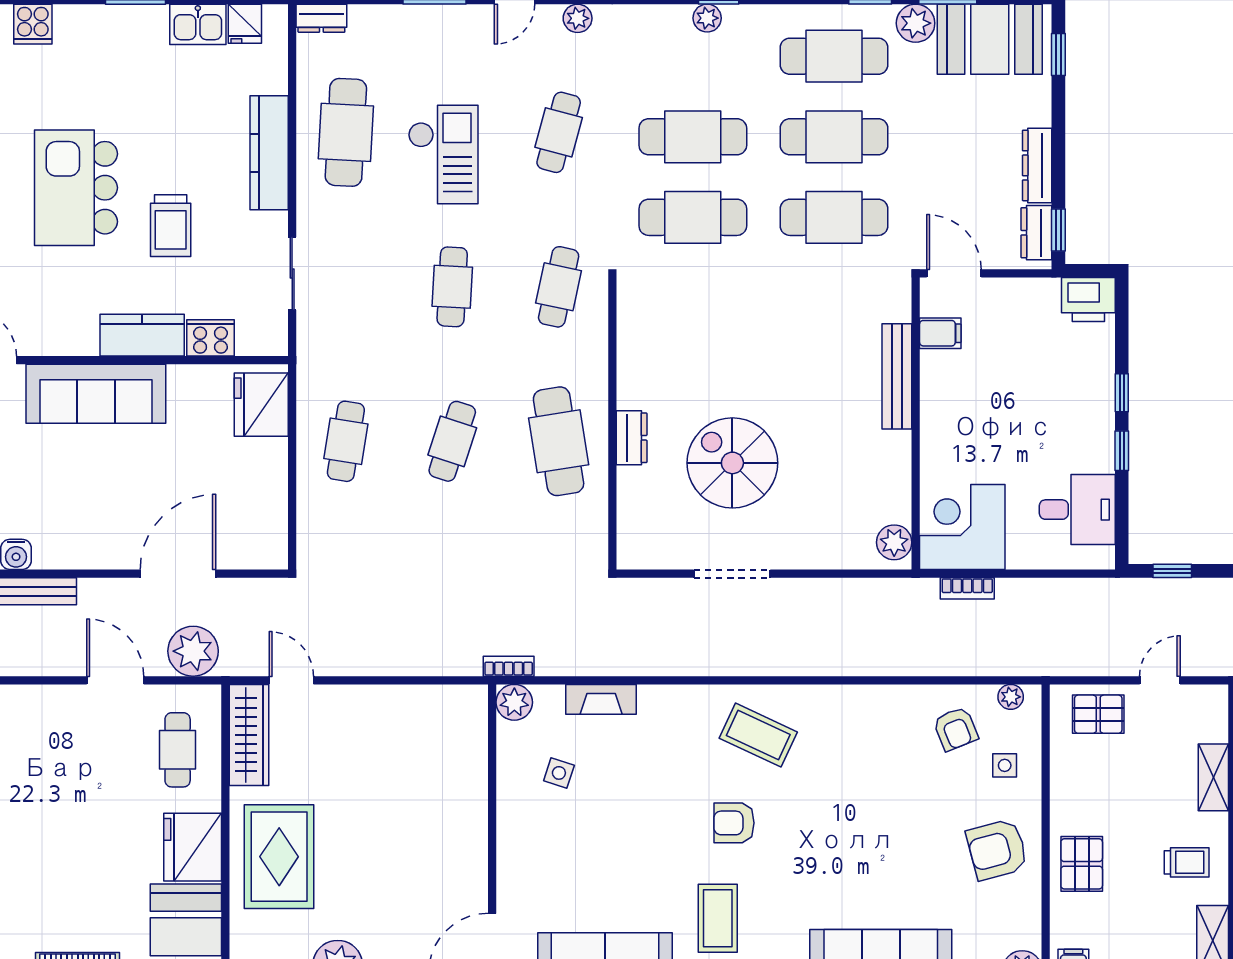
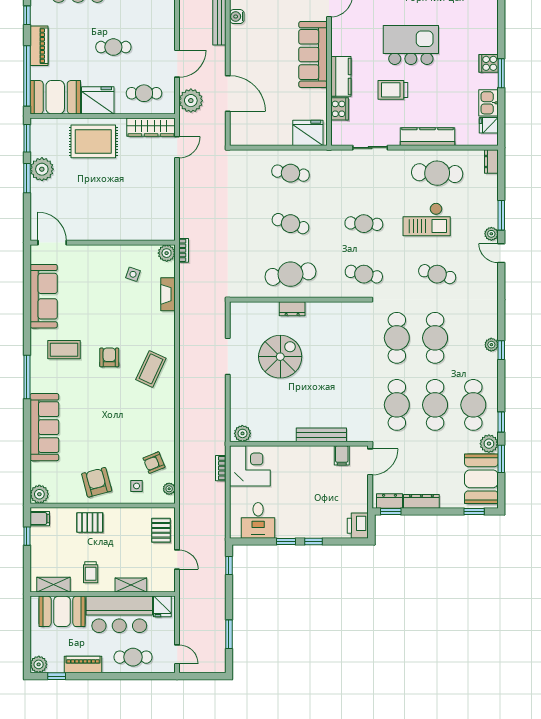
plant: (578, 18) -> (491, 234), moved
cooker: (33, 24) -> (489, 63), moved
cafe table: (80, 814) -> (113, 47), added

